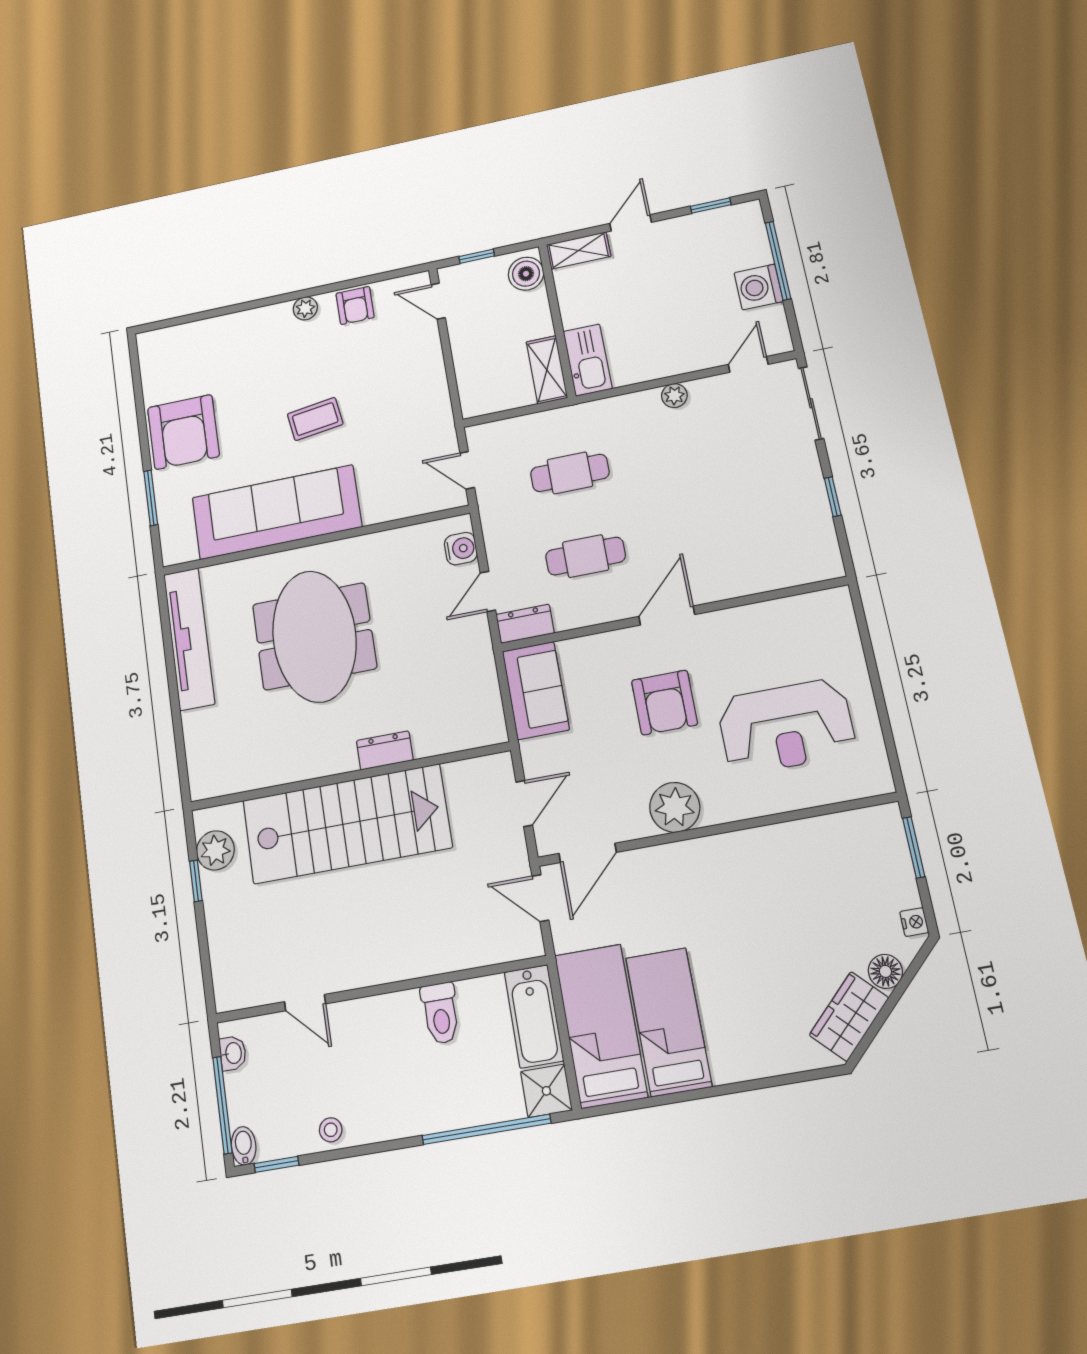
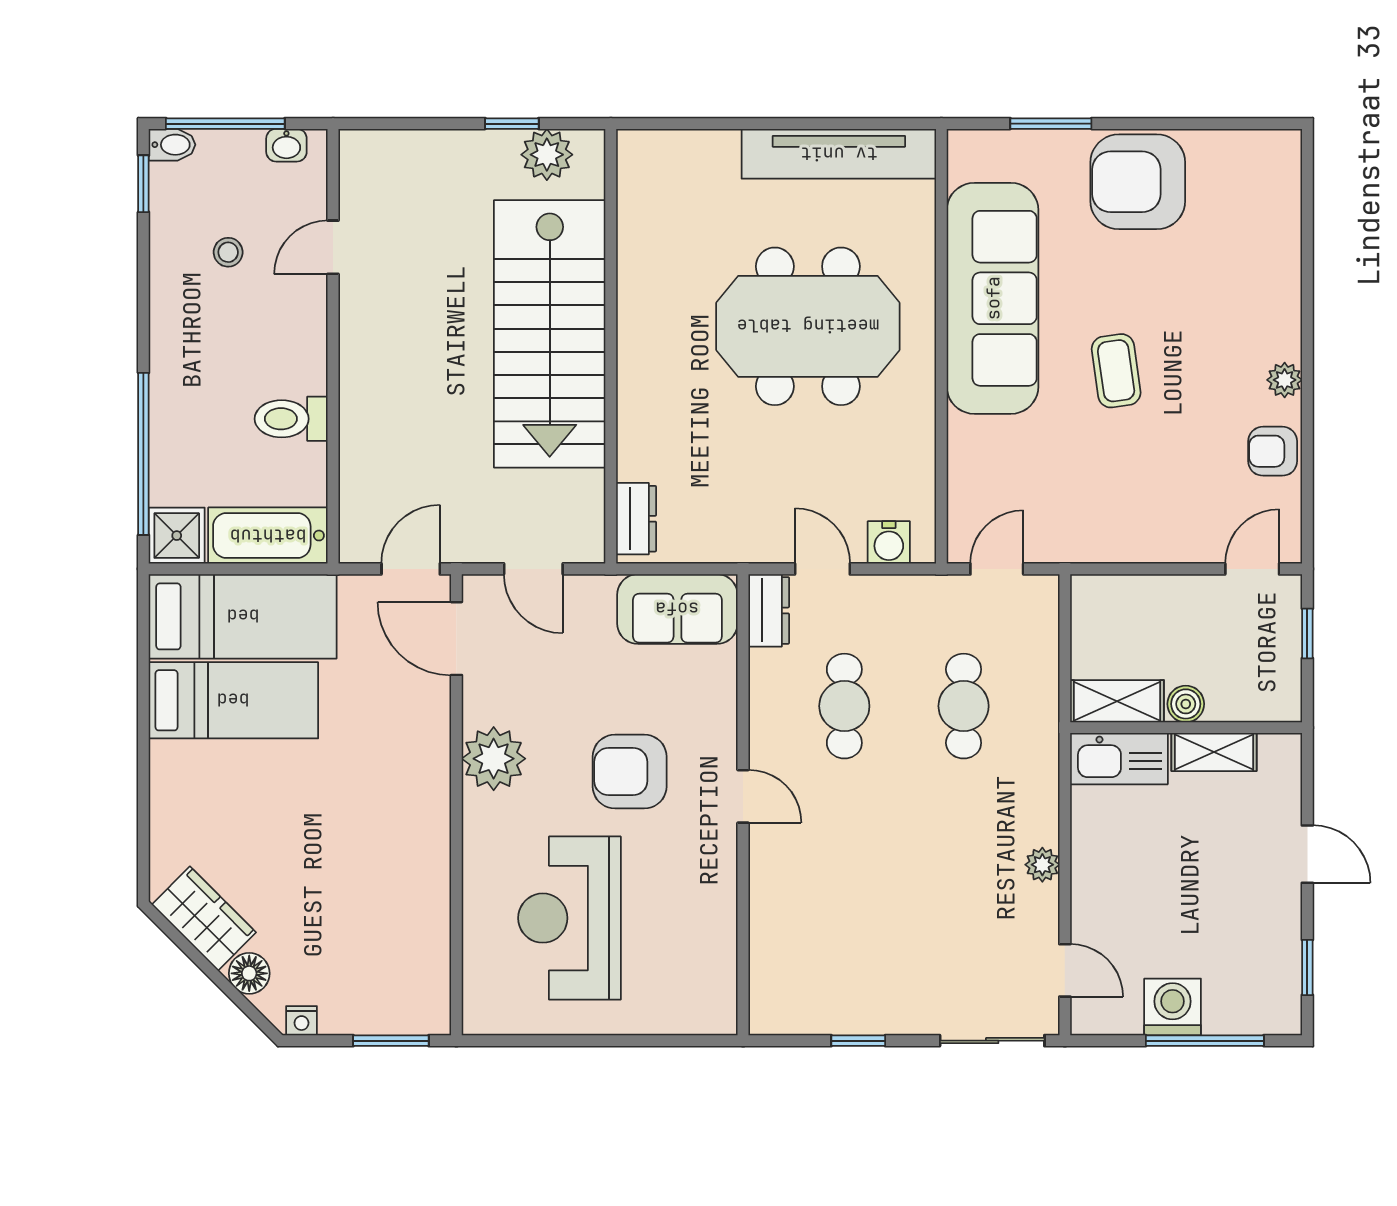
shelving: (579, 251) -> (1214, 752), moved, turned 90
boiler: (526, 274) -> (1186, 704), moved, width x0.73, depth x0.73
door: (667, 616) -> (743, 796), width x0.73
dresser: (385, 750) -> (636, 519), moved
stool: (331, 1130) -> (228, 252), moved

